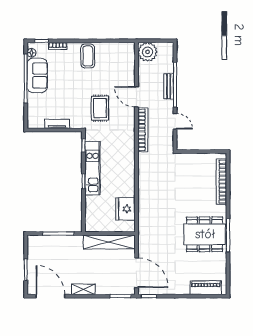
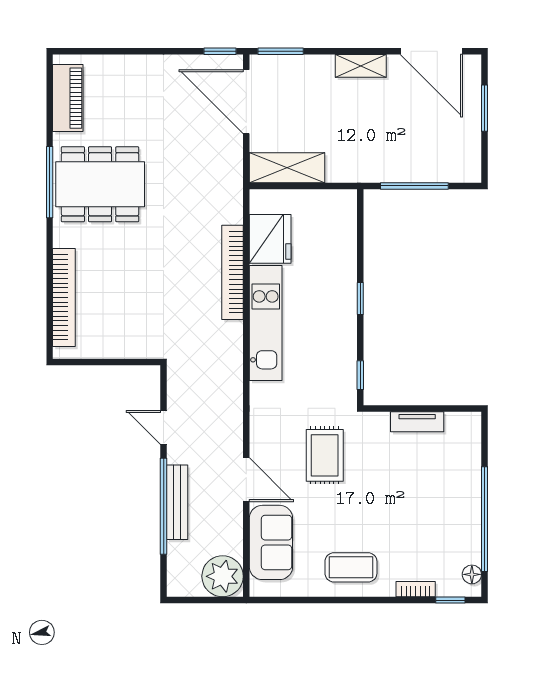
coffee table: (88, 56) -> (351, 567), turned 90
sofa: (37, 75) -> (271, 542), moved, turned 180
bench: (169, 86) -> (177, 502), width x1.36
bookcase: (143, 130) -> (232, 272), moved
kitchen unit: (93, 168) -> (266, 323), moved, turned 180
shelving: (109, 242) -> (287, 168), width x0.68
piano: (206, 288) -> (68, 98), moved, turned -90

